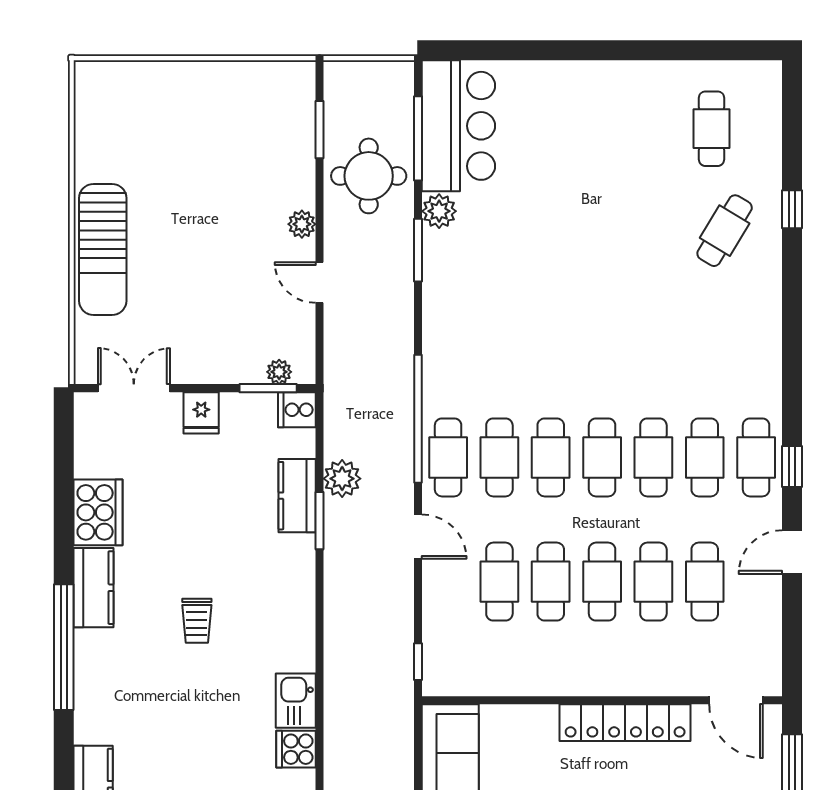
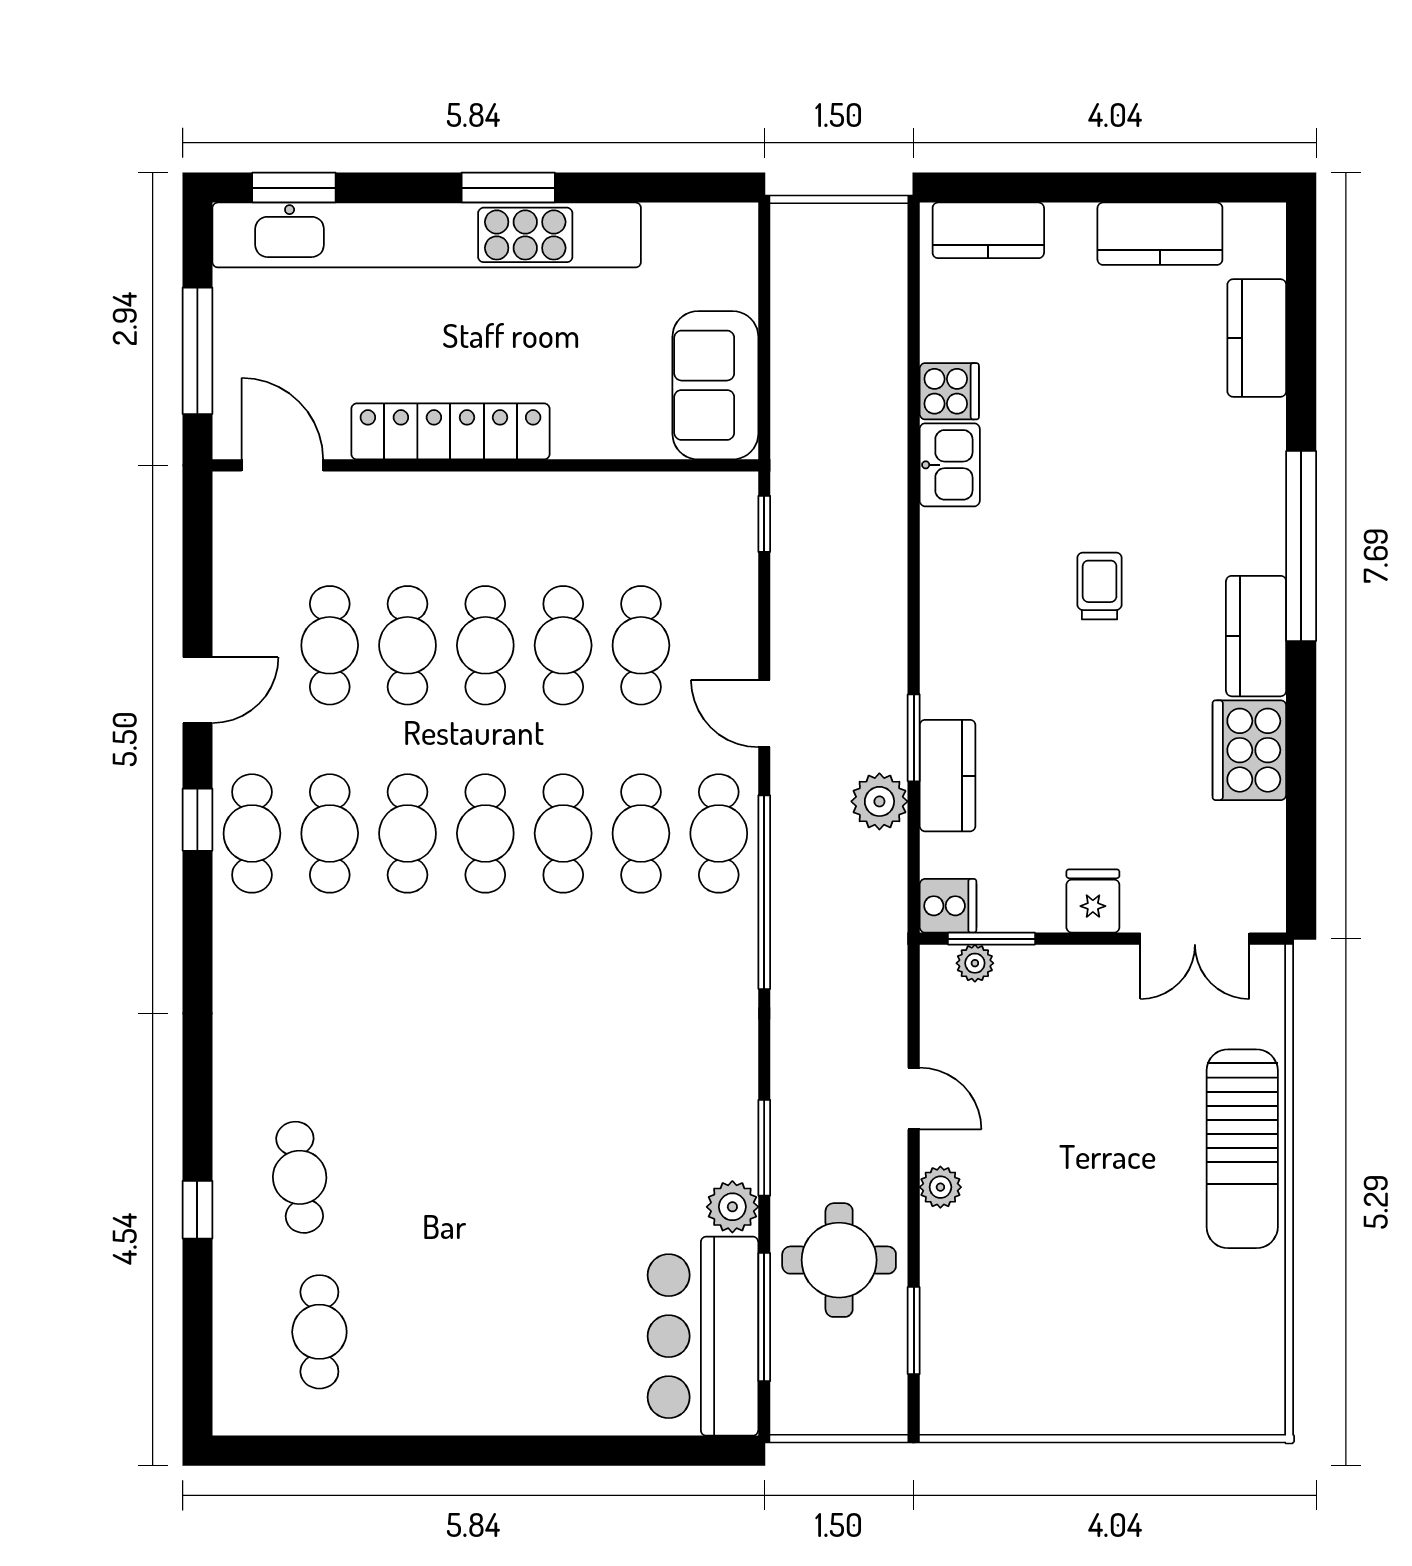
cafe table: (725, 231) -> (300, 1177), turned -38
sun lounger: (103, 249) -> (1242, 1149), turned 180

